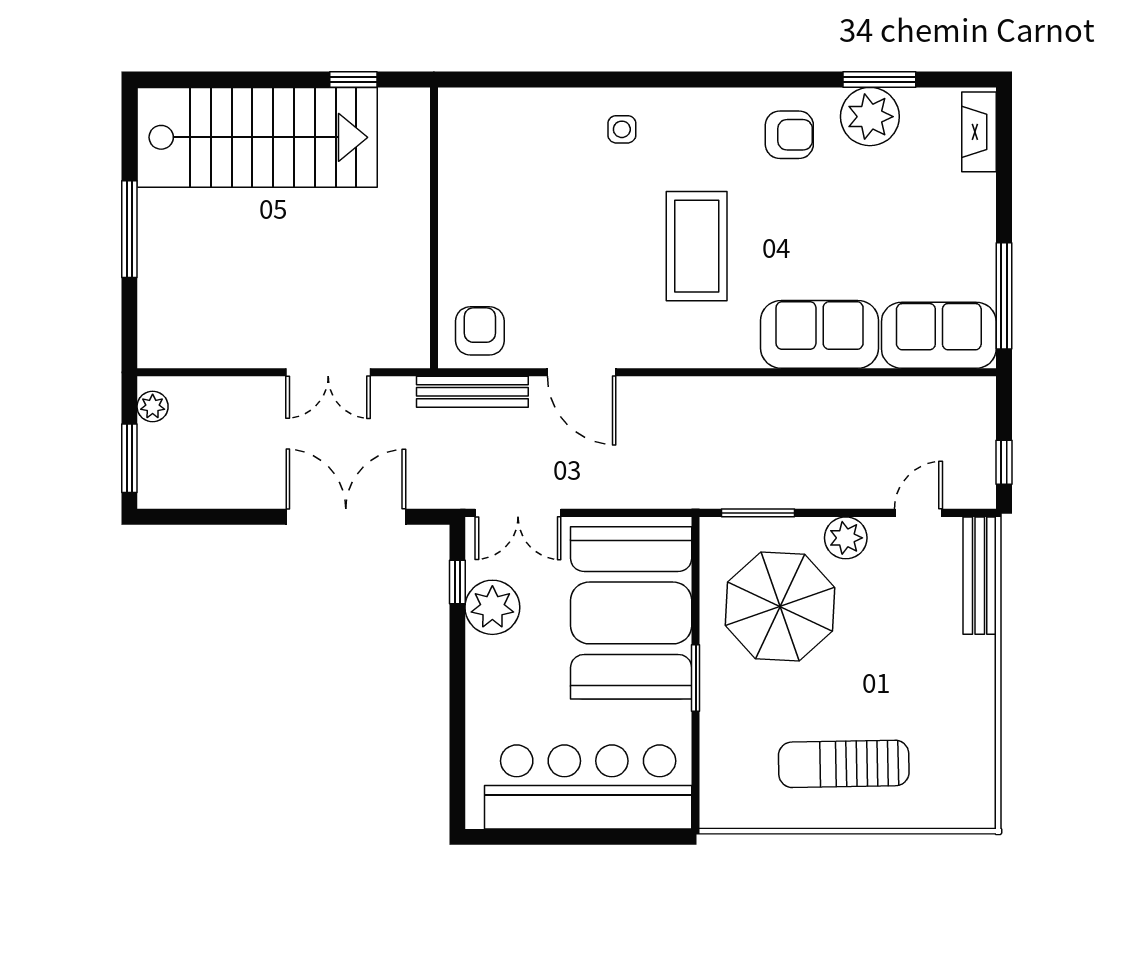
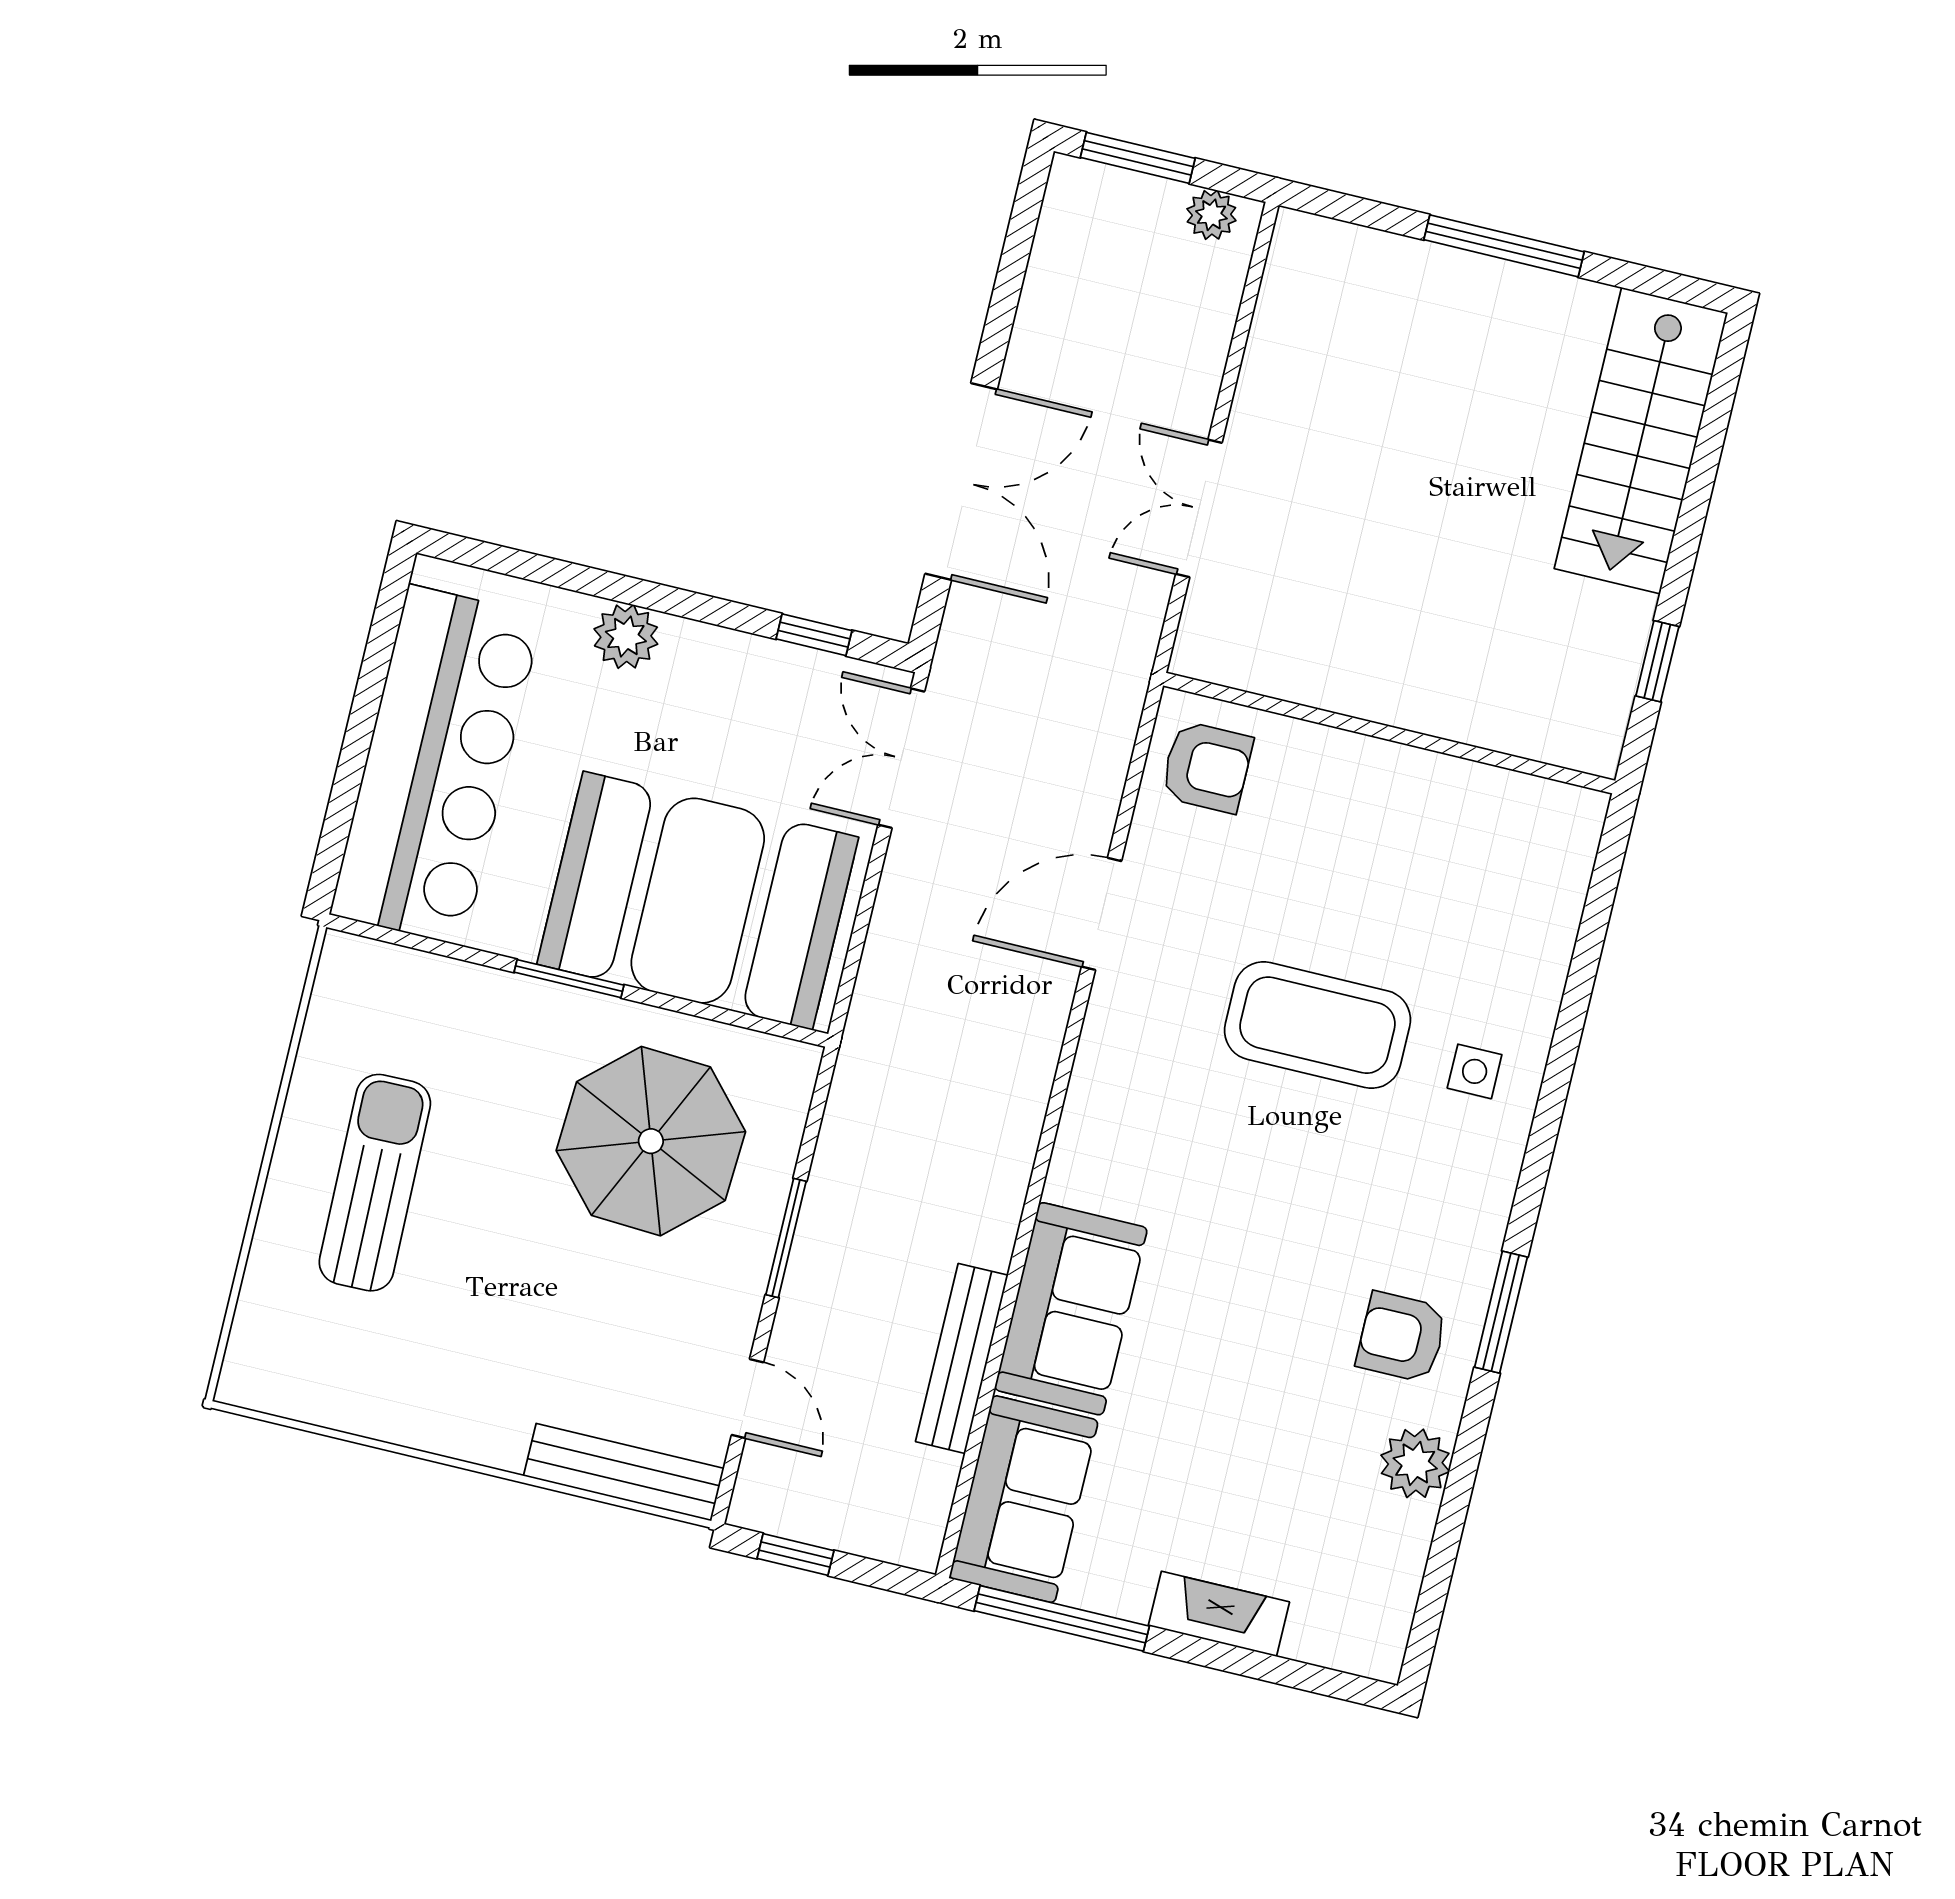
window: (879, 79) -> (1501, 1312), moved
plant: (870, 117) -> (1415, 1463), width x0.73, depth x0.73
fireplace: (979, 132) -> (1219, 1614), moved
armchair: (789, 135) -> (1402, 1337), turned 90
stairs: (257, 137) -> (1641, 441), width x0.73, depth x0.66
coffee table: (697, 246) -> (1317, 1025), moved
bench: (472, 392) -> (962, 1358), moved
window: (758, 513) -> (786, 1238), moved
plant: (846, 538) -> (735, 1273), removed
plant: (492, 607) -> (626, 637), moved, width x0.73, depth x0.73

